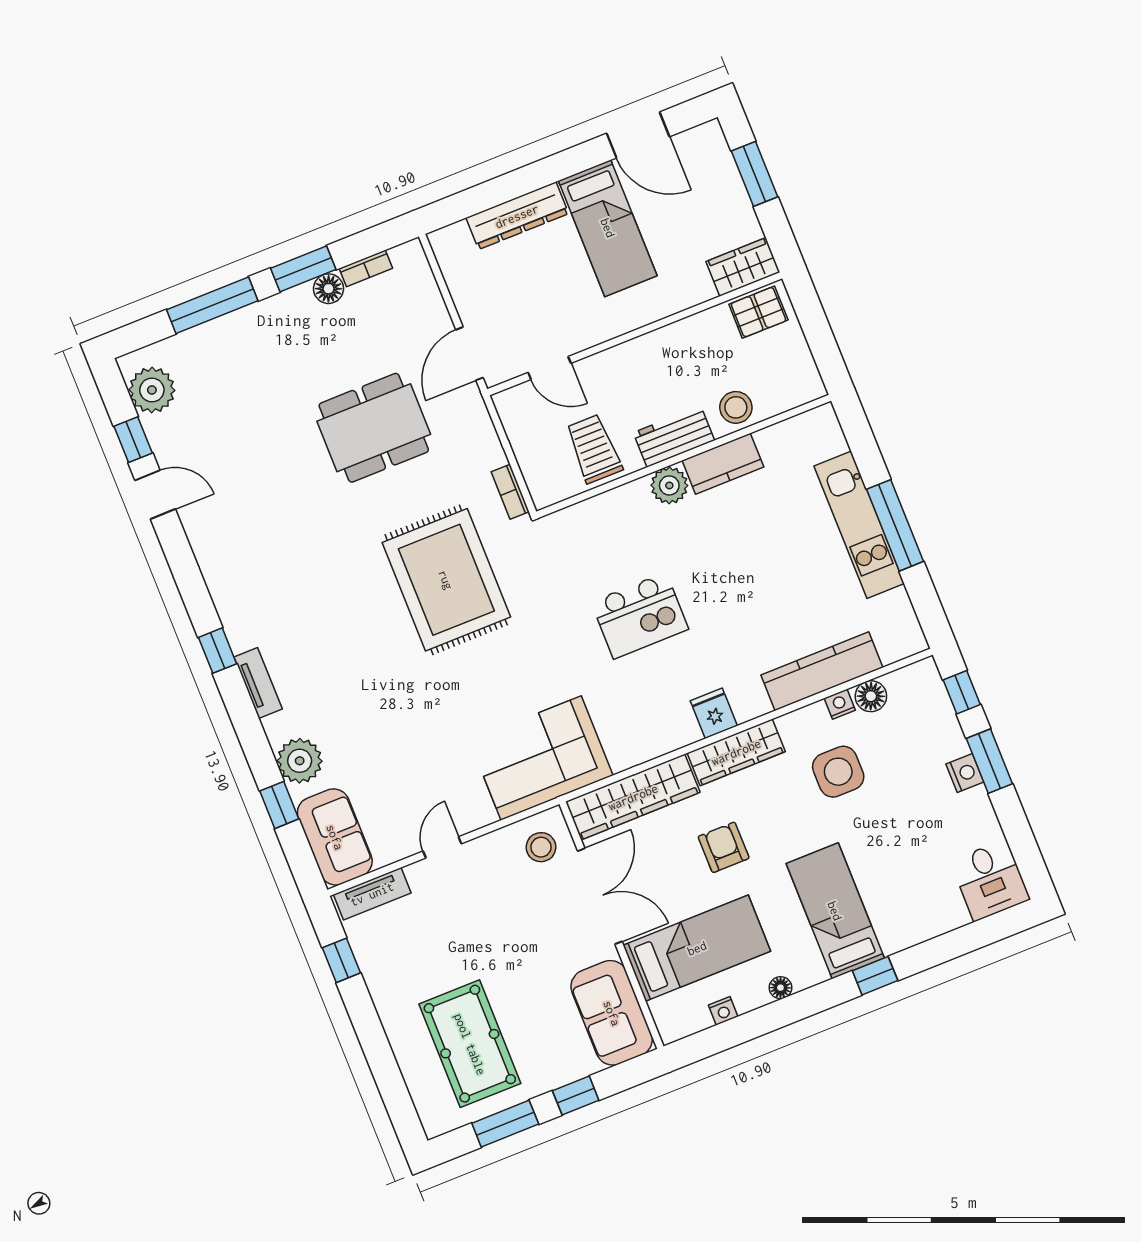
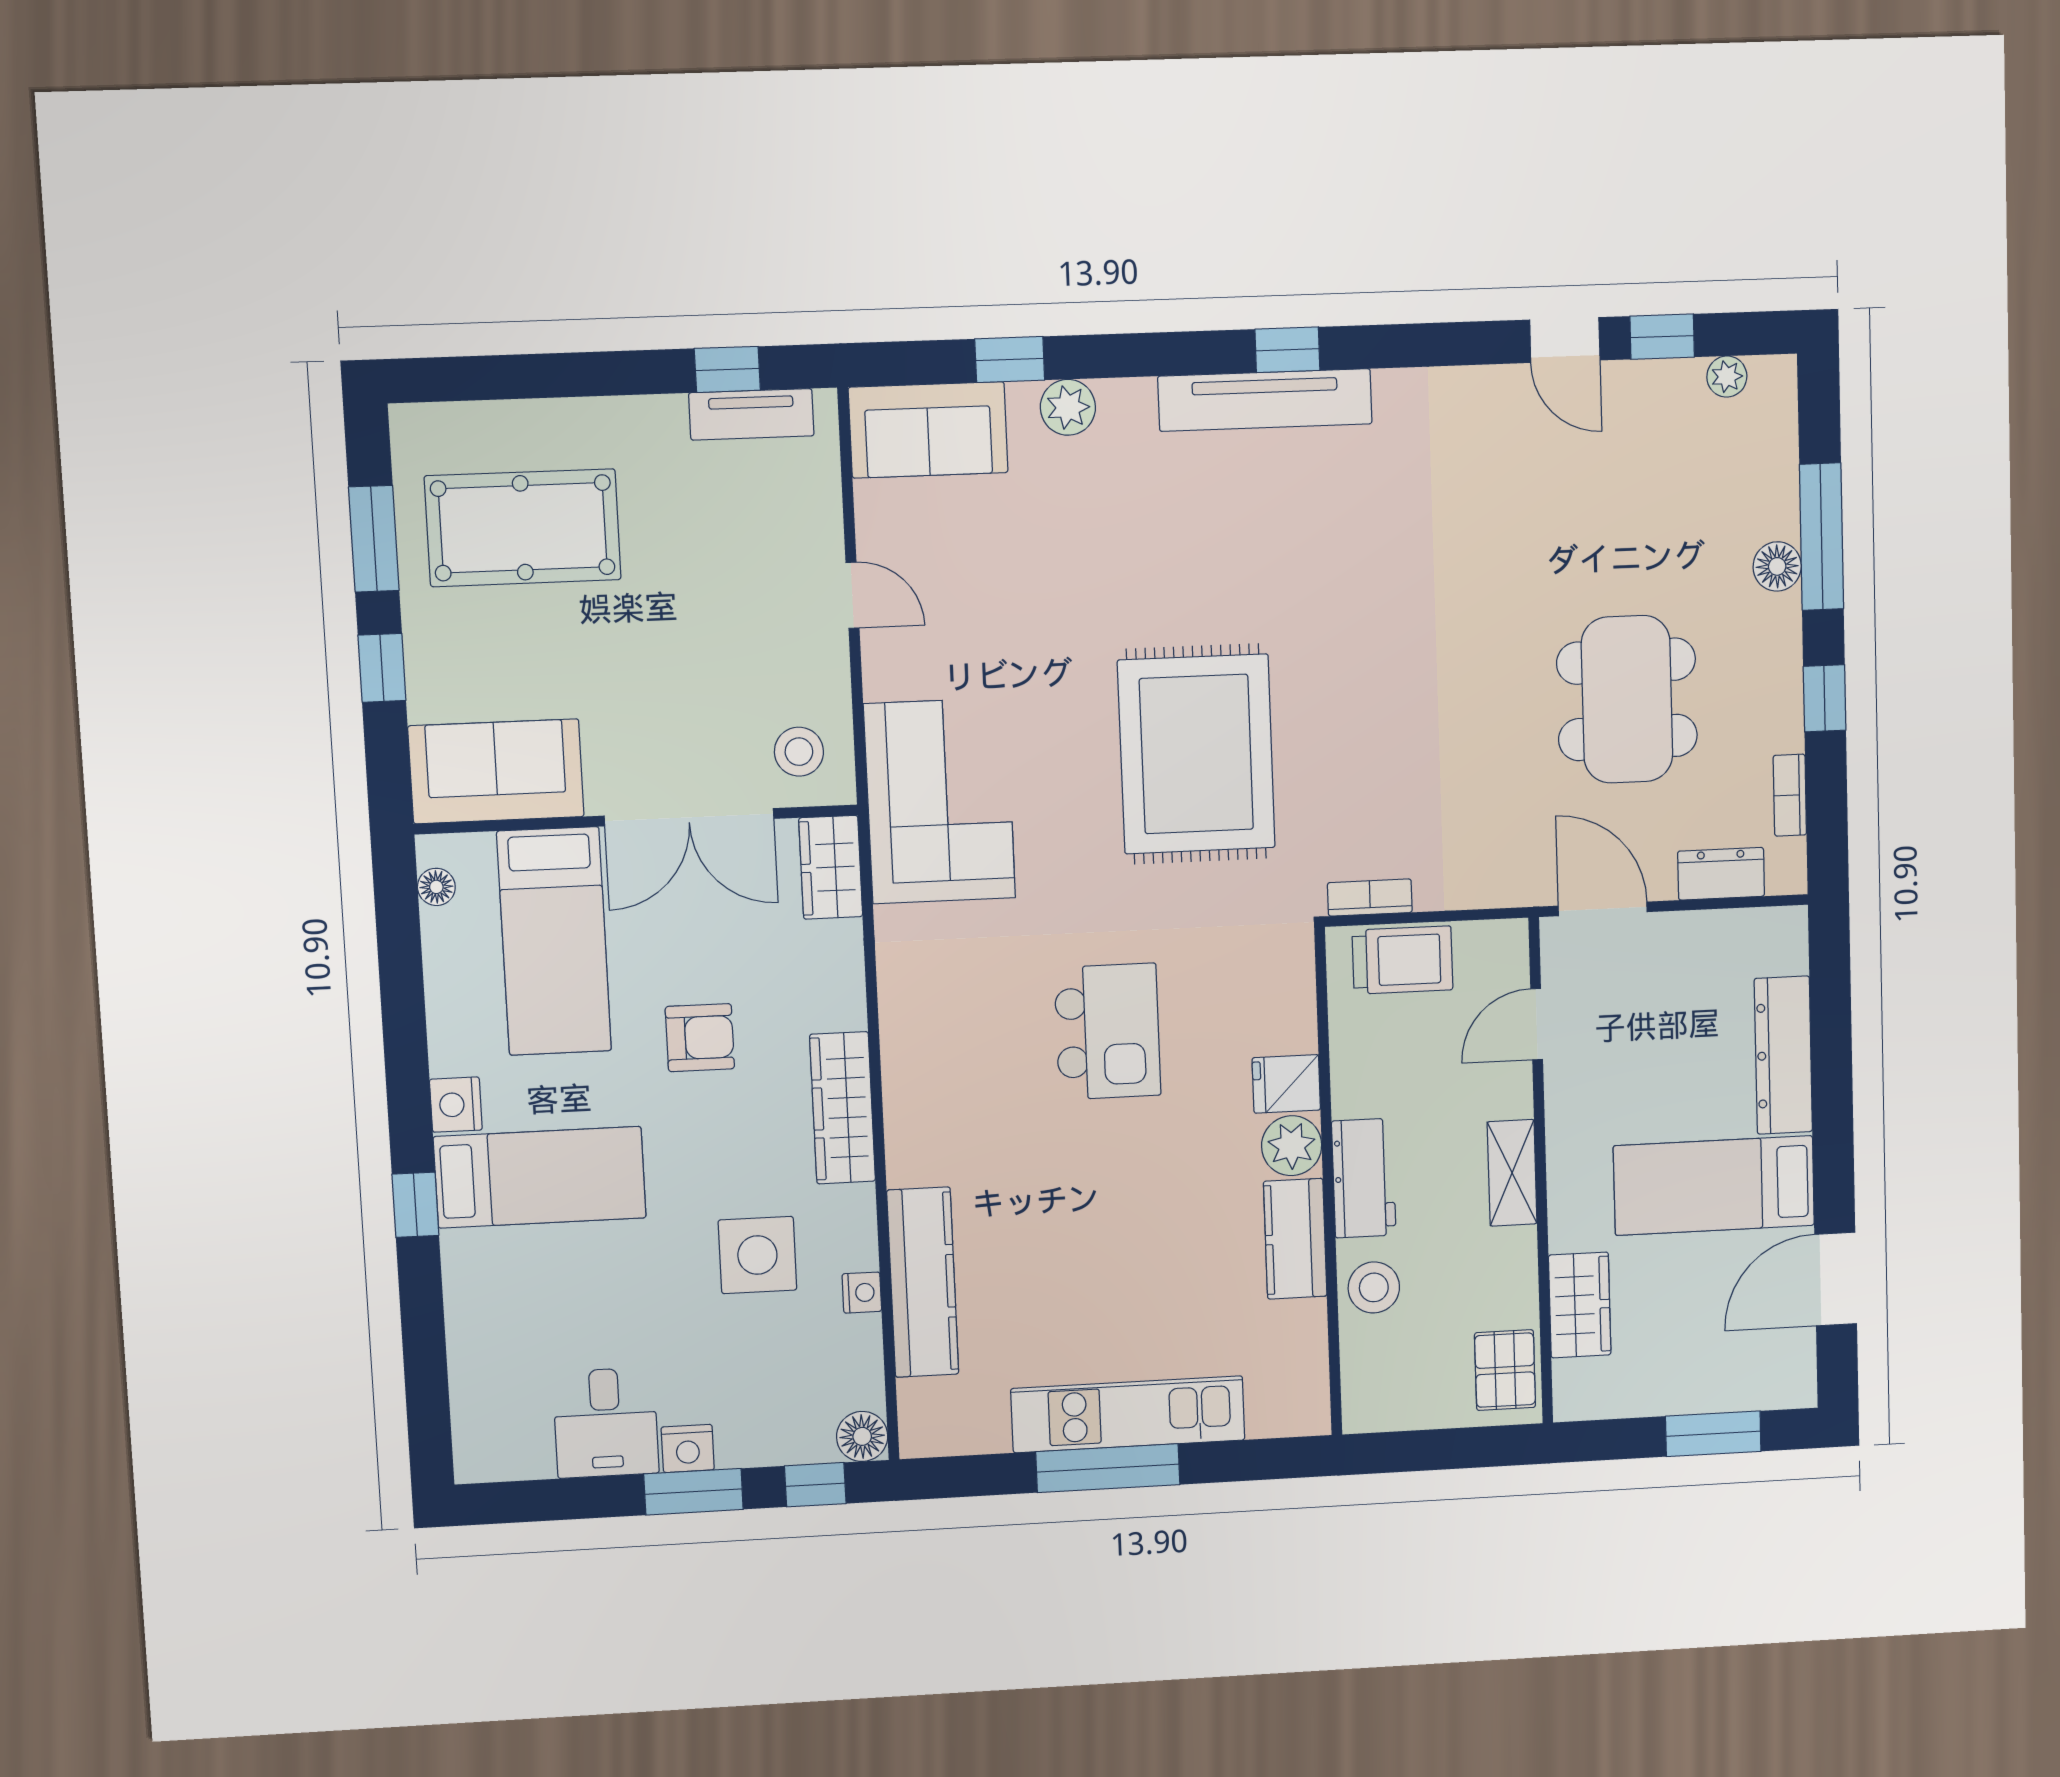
wardrobe: (743, 267) -> (1580, 1305), moved
window: (303, 269) -> (1825, 698), width x0.67
floor lamp: (328, 289) -> (1777, 566), moved
dresser: (425, 292) -> (1721, 874), added
shelving: (641, 351) -> (1512, 1173), added
plant: (152, 390) -> (1727, 377), width x0.53, depth x0.53
dining table: (374, 428) -> (1627, 699), moved
trolley: (594, 449) -> (1402, 960), moved
door: (155, 495) -> (1565, 340), hinge flipped
rug: (446, 580) -> (1196, 754), moved, turned 90
kitchen island: (640, 616) -> (1108, 1032), turned 180
tv unit: (258, 683) -> (1265, 400), width x1.92, depth x1.29
floor lamp: (871, 696) -> (862, 1436), moved
fridge: (714, 713) -> (1286, 1084), moved, turned 180
plant: (300, 761) -> (1068, 407), width x0.73, depth x0.73
wardrobe: (633, 797) -> (831, 867), width x0.48, depth x0.85
desk: (990, 880) -> (606, 1423), moved, turned -90
tv unit: (372, 894) -> (751, 414), moved, turned -90
floor lamp: (780, 988) -> (436, 887), moved
nightstand: (723, 1011) -> (456, 1105), moved, width x1.39, depth x1.35

